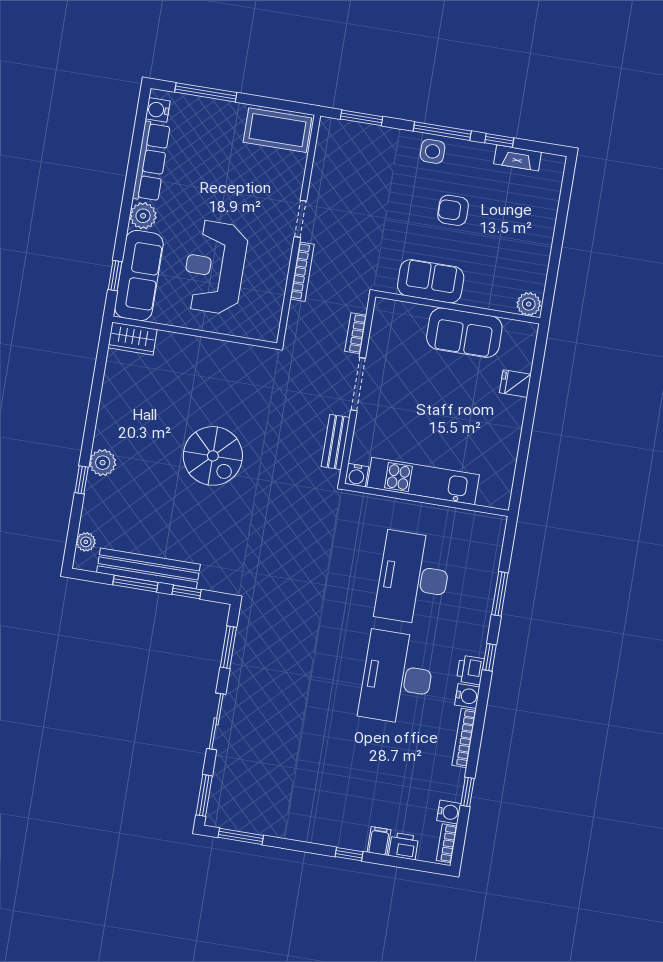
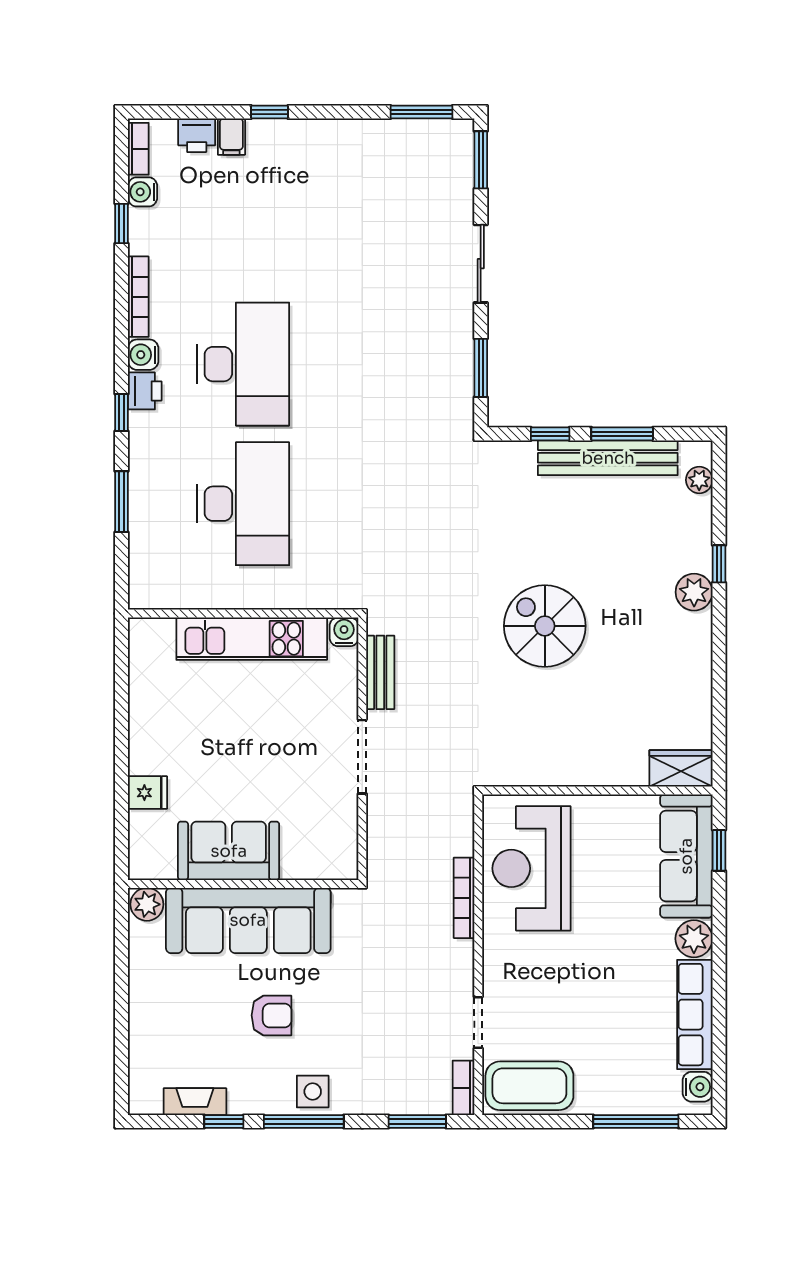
doorway: (300, 219) -> (478, 1023), moved
reception desk: (215, 267) -> (532, 868), moved, turned 180
sofa: (431, 281) -> (248, 920), width x1.85, depth x1.27
bookcase: (356, 333) -> (463, 1088), moved, turned 180

